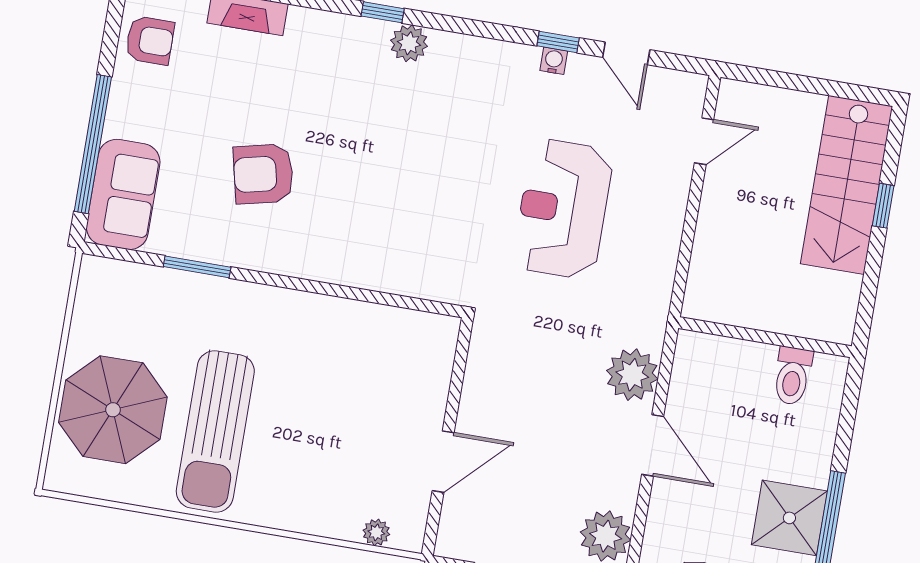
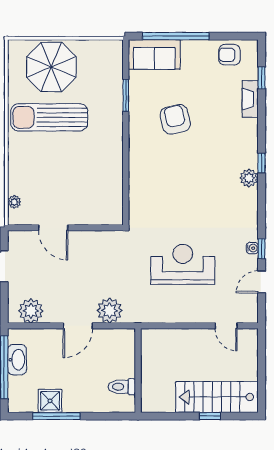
armchair: (150, 40) -> (229, 55), turned 90
shower: (789, 518) -> (50, 401), width x0.73, depth x0.73

